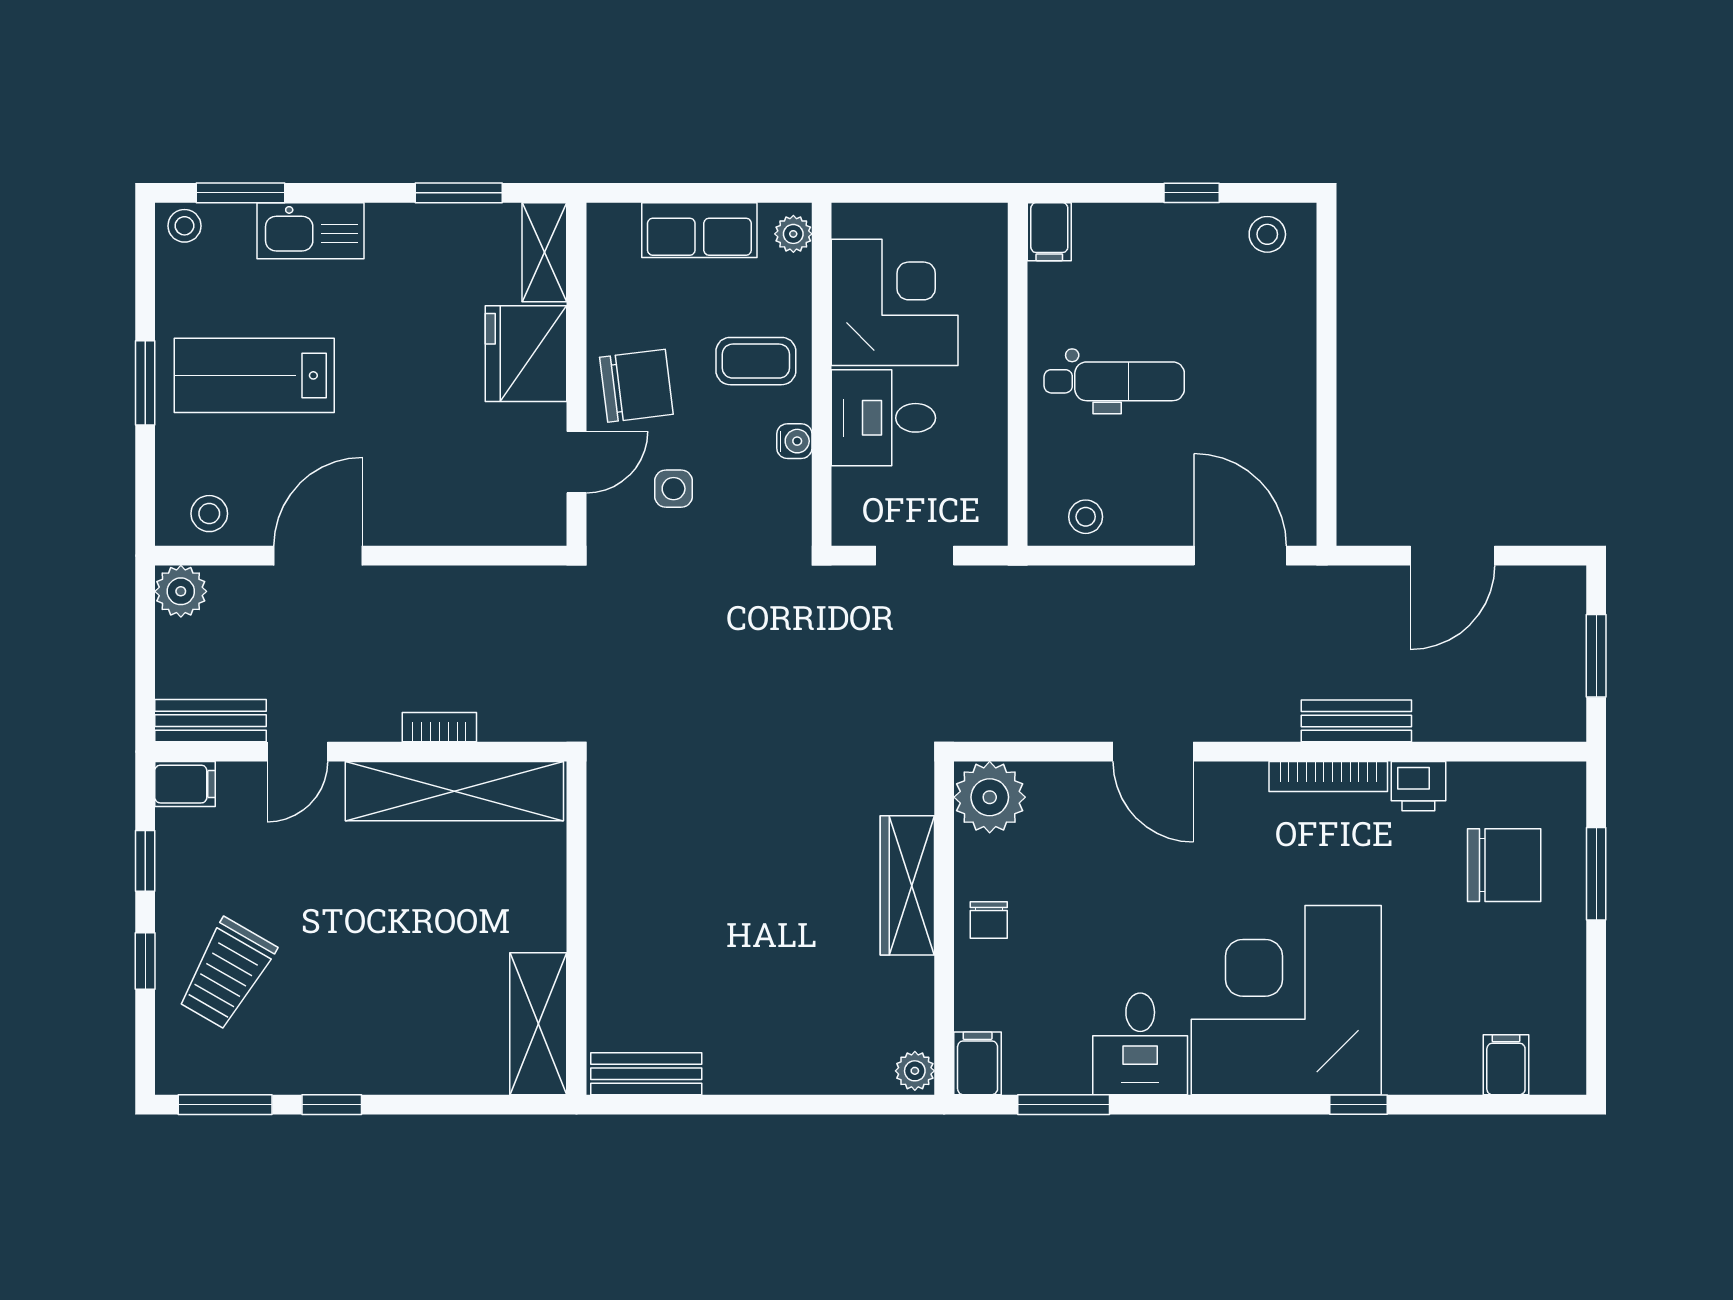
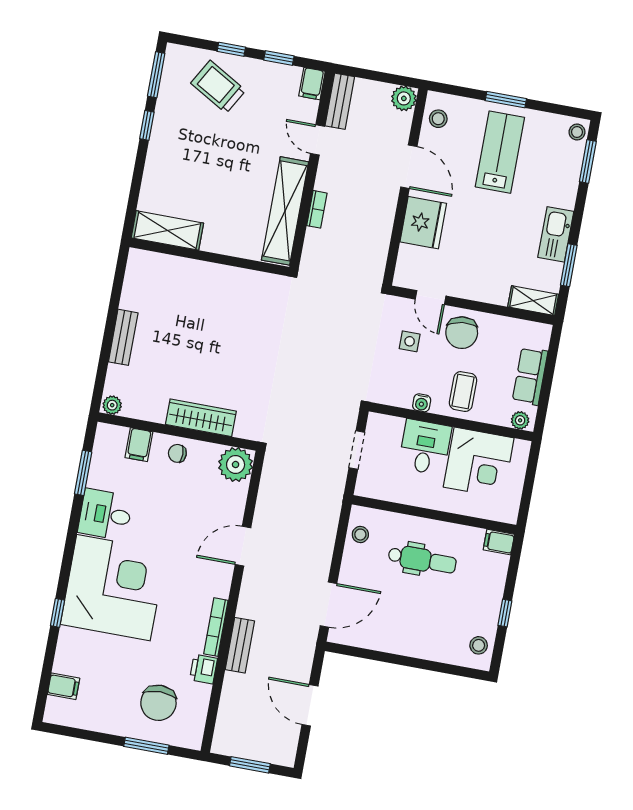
kitchen sink: (311, 231) -> (556, 234), moved
fridge: (526, 354) -> (423, 223), moved, turned 90
dental chair: (1114, 381) -> (422, 560), turned -90
filing cabinet: (978, 1063) -> (139, 445), moved, turned 90
bench: (646, 1074) -> (123, 337), moved

